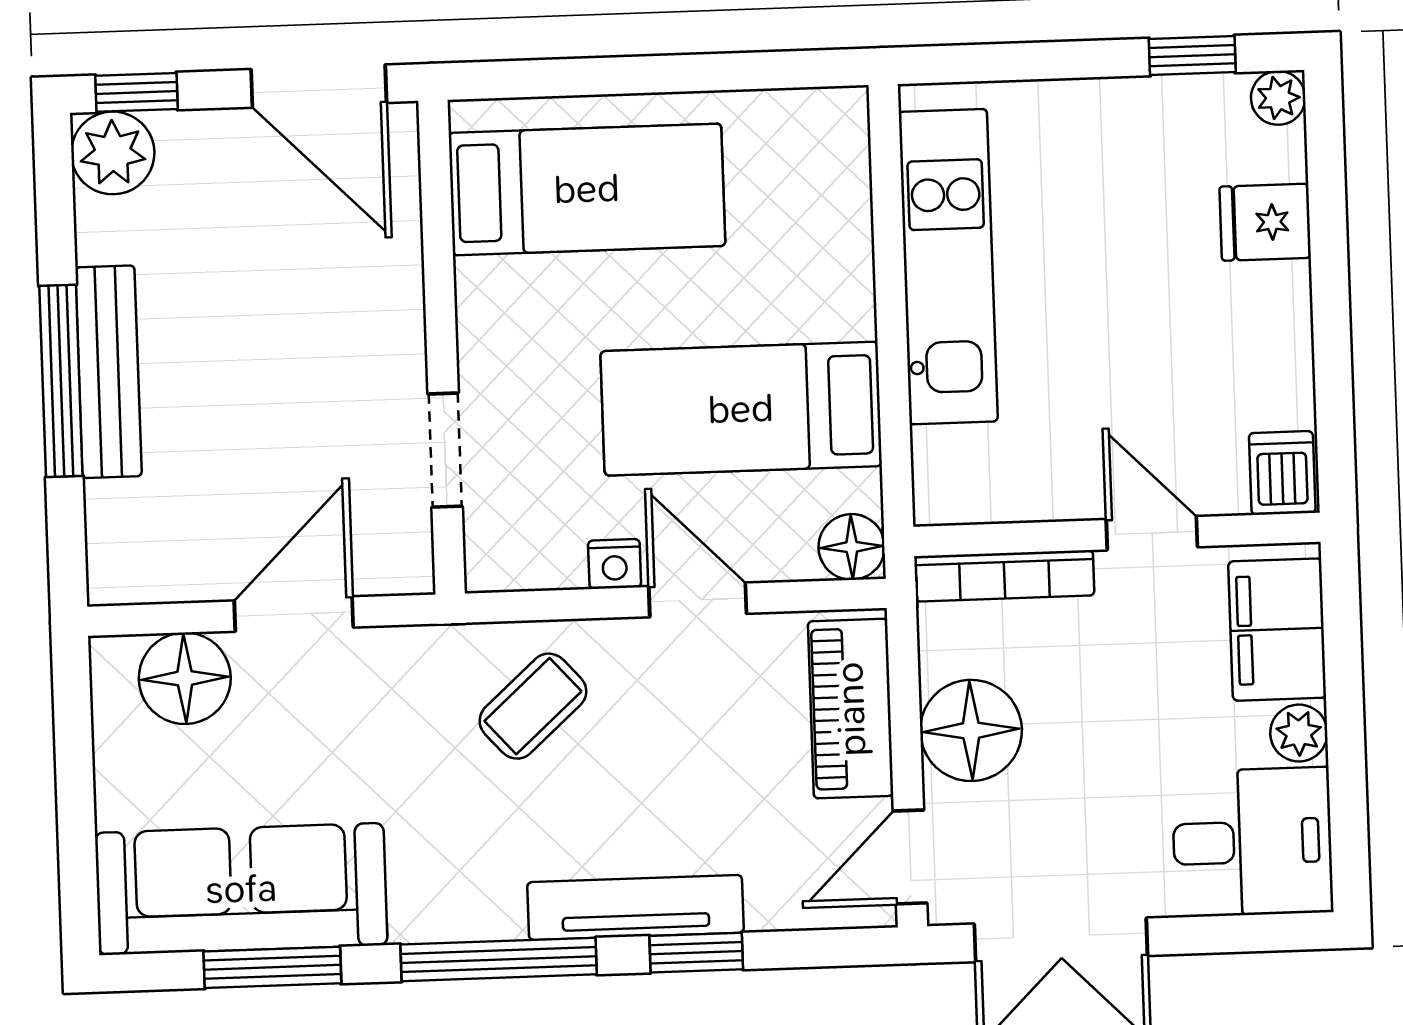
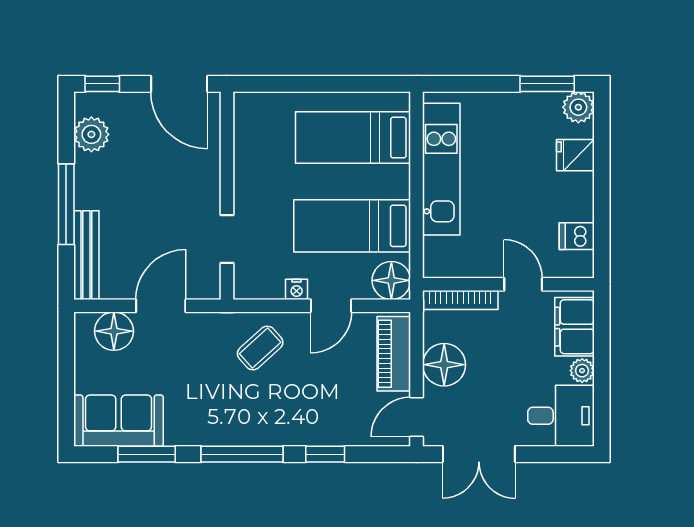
window: (1192, 56) -> (547, 84), width x1.50
plant: (1278, 98) -> (578, 107), width x1.38, depth x1.38
plant: (113, 153) -> (91, 134), moved
bed: (587, 189) -> (353, 138), moved, turned 180
bench: (108, 372) -> (86, 255), moved
dishwasher: (1282, 473) -> (577, 236), moved, turned -90
floor lamp: (852, 547) -> (391, 280), width x1.38, depth x1.38
door: (698, 600) -> (331, 306), swing flipped
sofa: (241, 889) -> (119, 421), width x0.73
tv unit: (635, 907) -> (300, 434), removed

